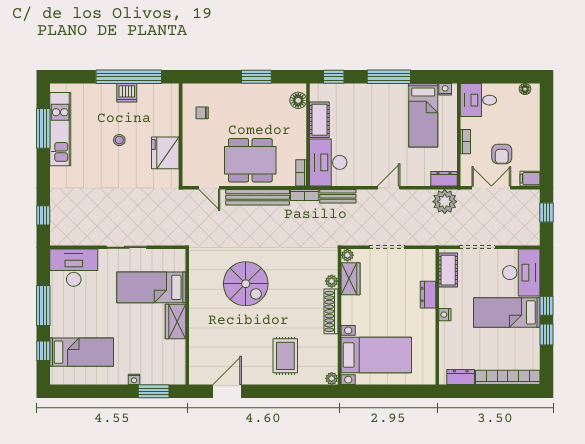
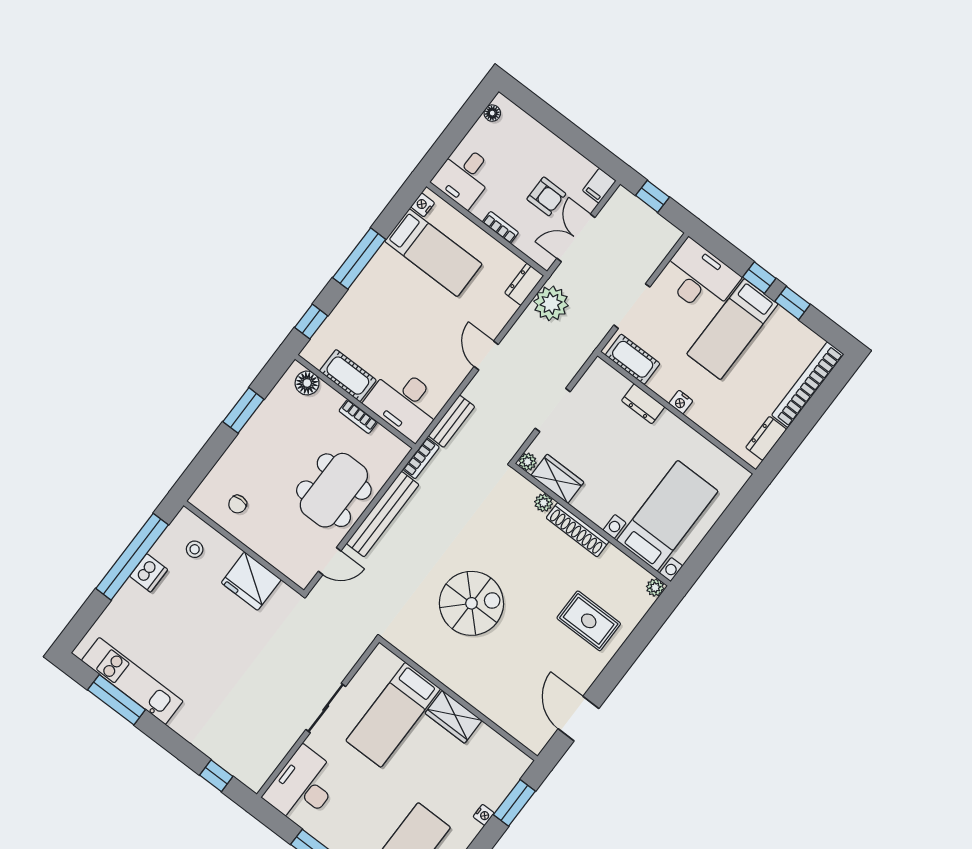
stool: (119, 140) -> (195, 549), moved
bookcase: (301, 173) -> (358, 417), moved

